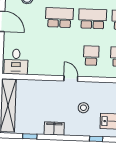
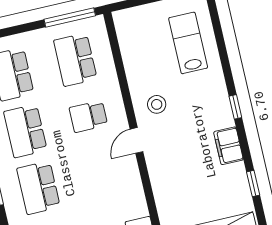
stool: (83, 108) -> (157, 104), moved
window: (96, 139) -> (235, 107), moved

